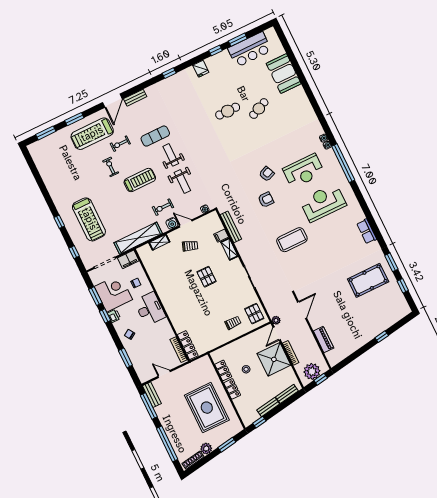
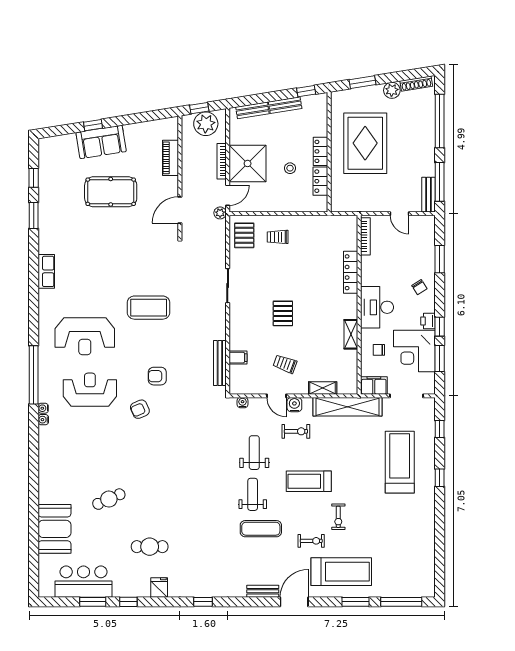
cafe table: (228, 111) -> (150, 547), moved
window: (46, 133) -> (401, 602), width x1.44
weight bench: (171, 155) -> (253, 494), turned 180
shelving: (229, 249) -> (351, 334), moved
pool table: (368, 280) -> (111, 192), moved
sofa: (372, 328) -> (101, 142), added
locker: (188, 345) -> (351, 272), moved

